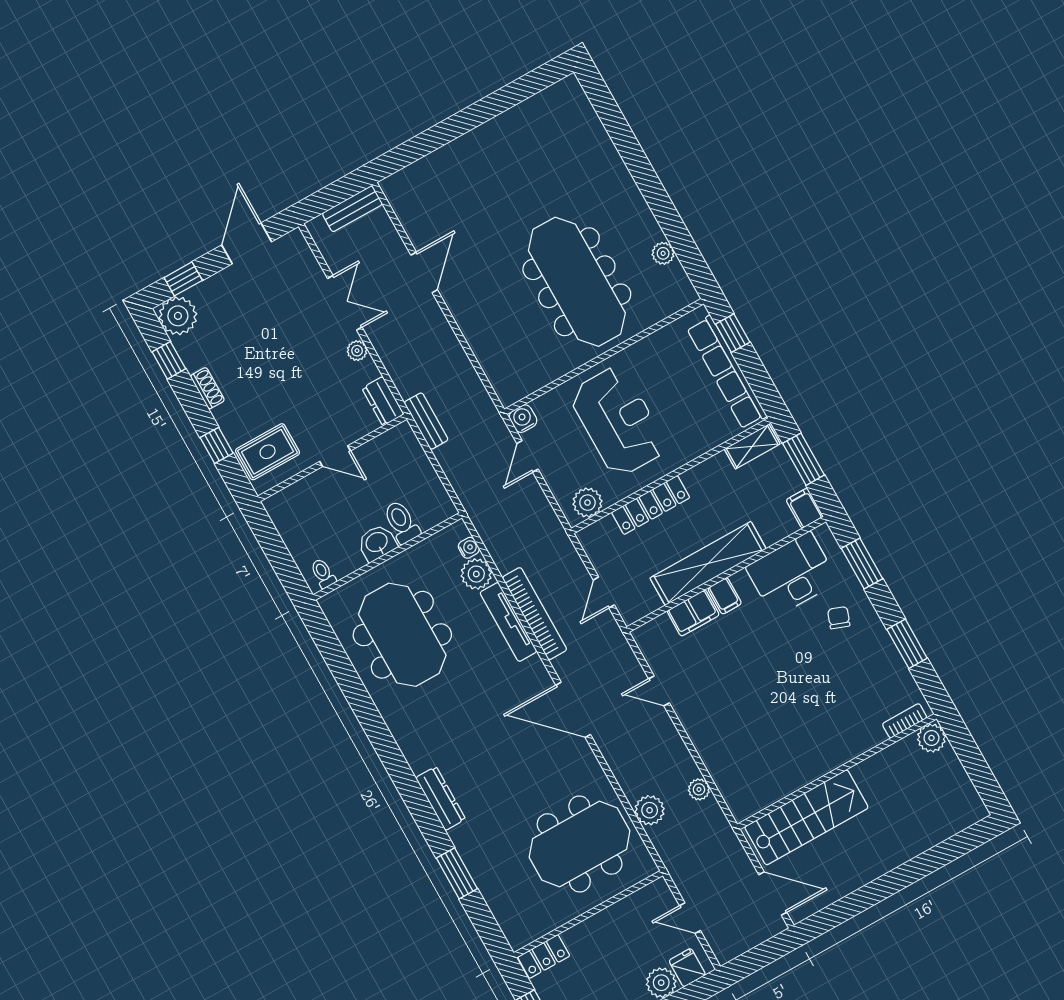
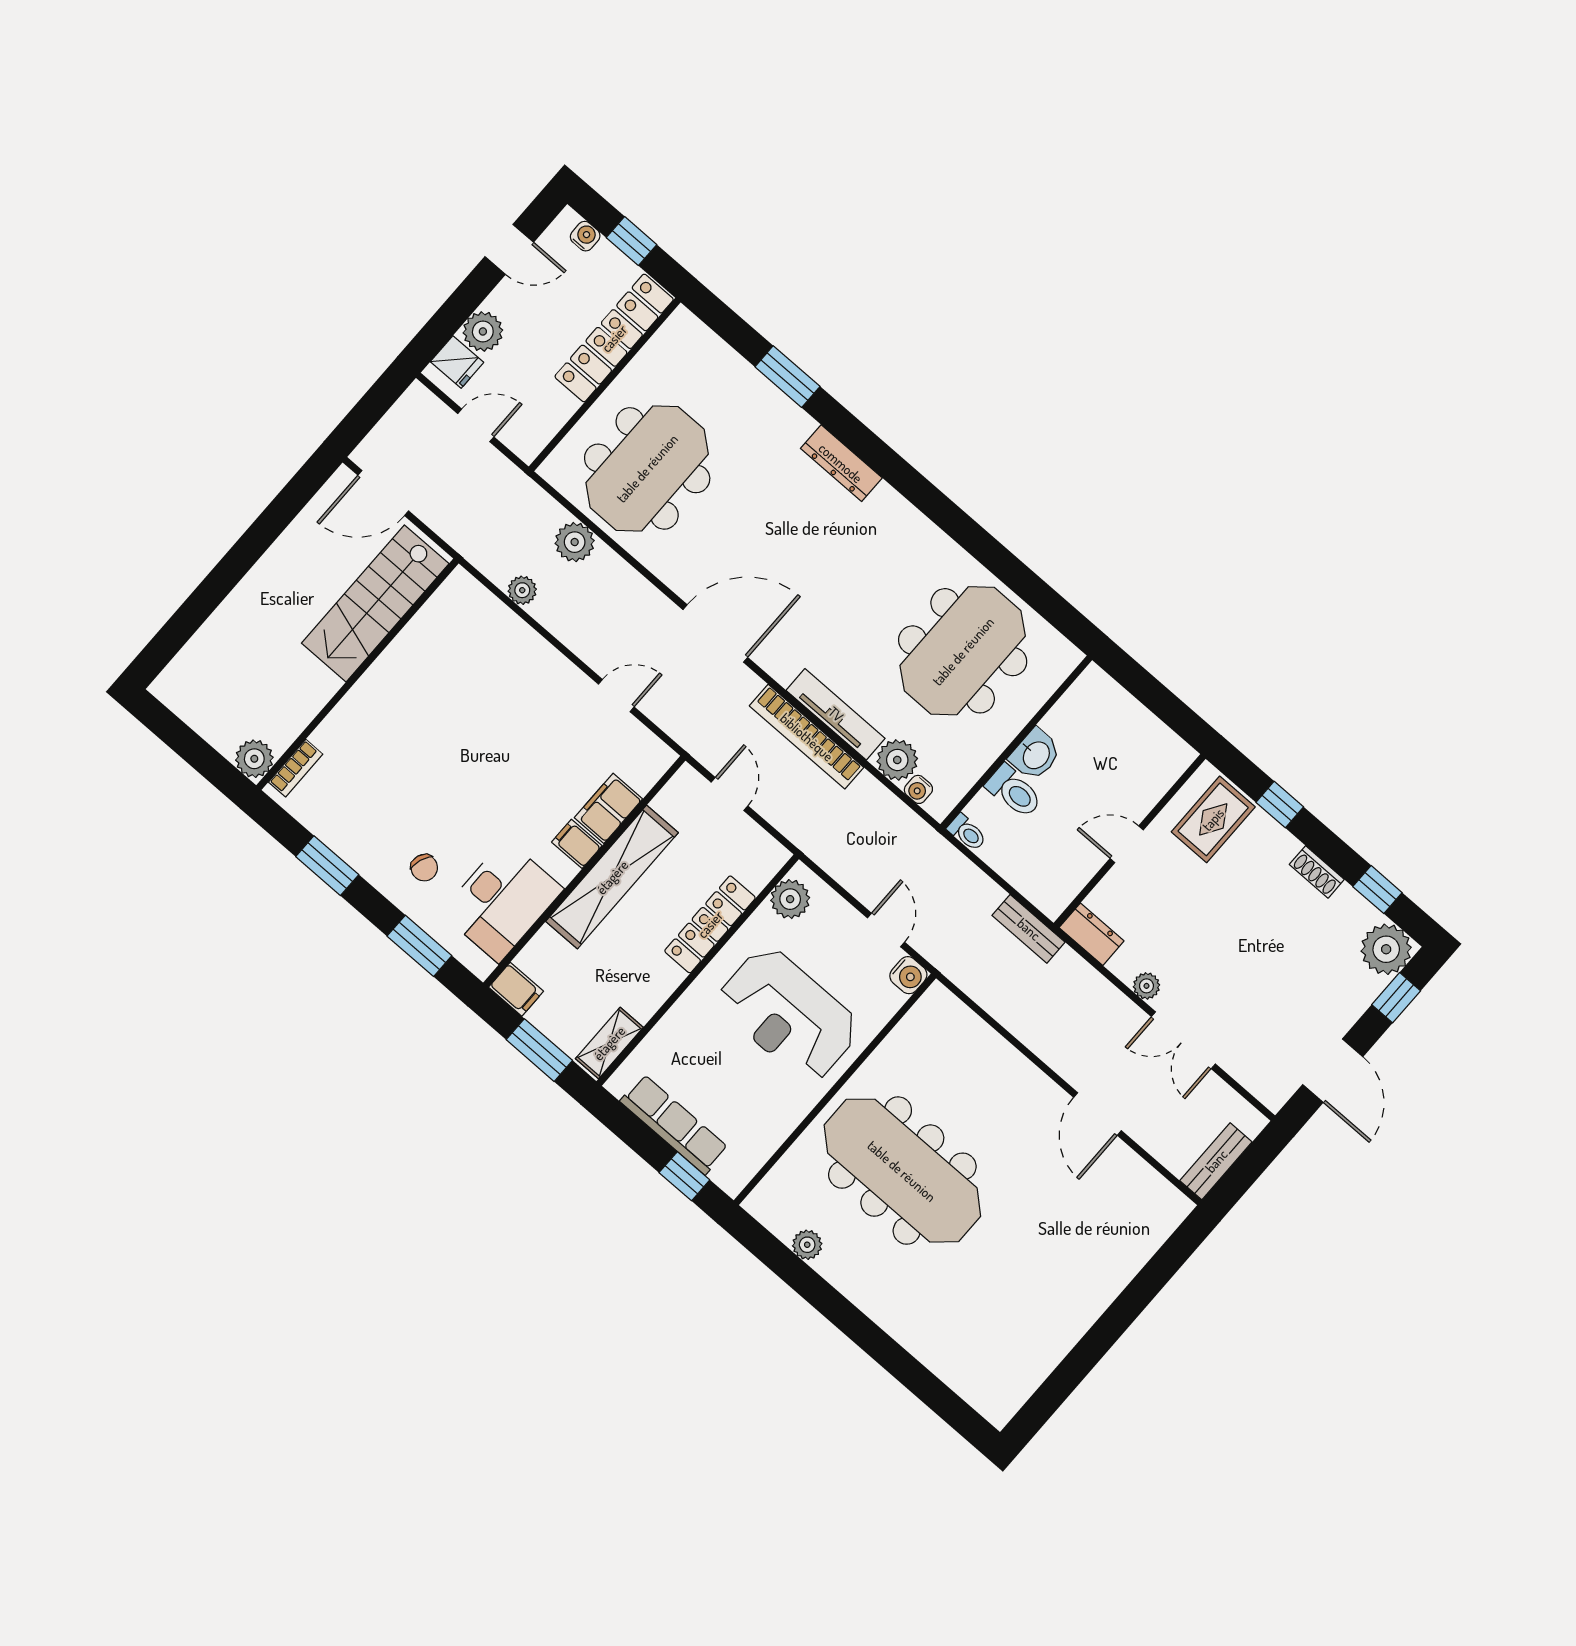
row of seats: (727, 372) -> (674, 1124), width x0.73
toilet: (323, 573) -> (967, 833), moved
meeting table: (402, 635) -> (963, 651), turned 90
locker: (544, 956) -> (614, 338), width x2.16, depth x1.21

